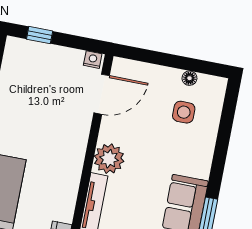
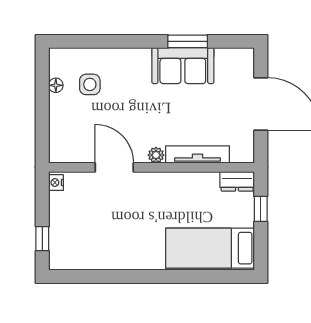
door: (102, 94) -> (114, 167), moved
plant: (109, 159) -> (156, 155), width x0.53, depth x0.53

